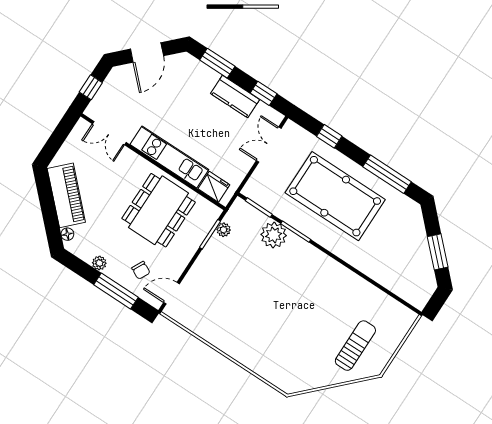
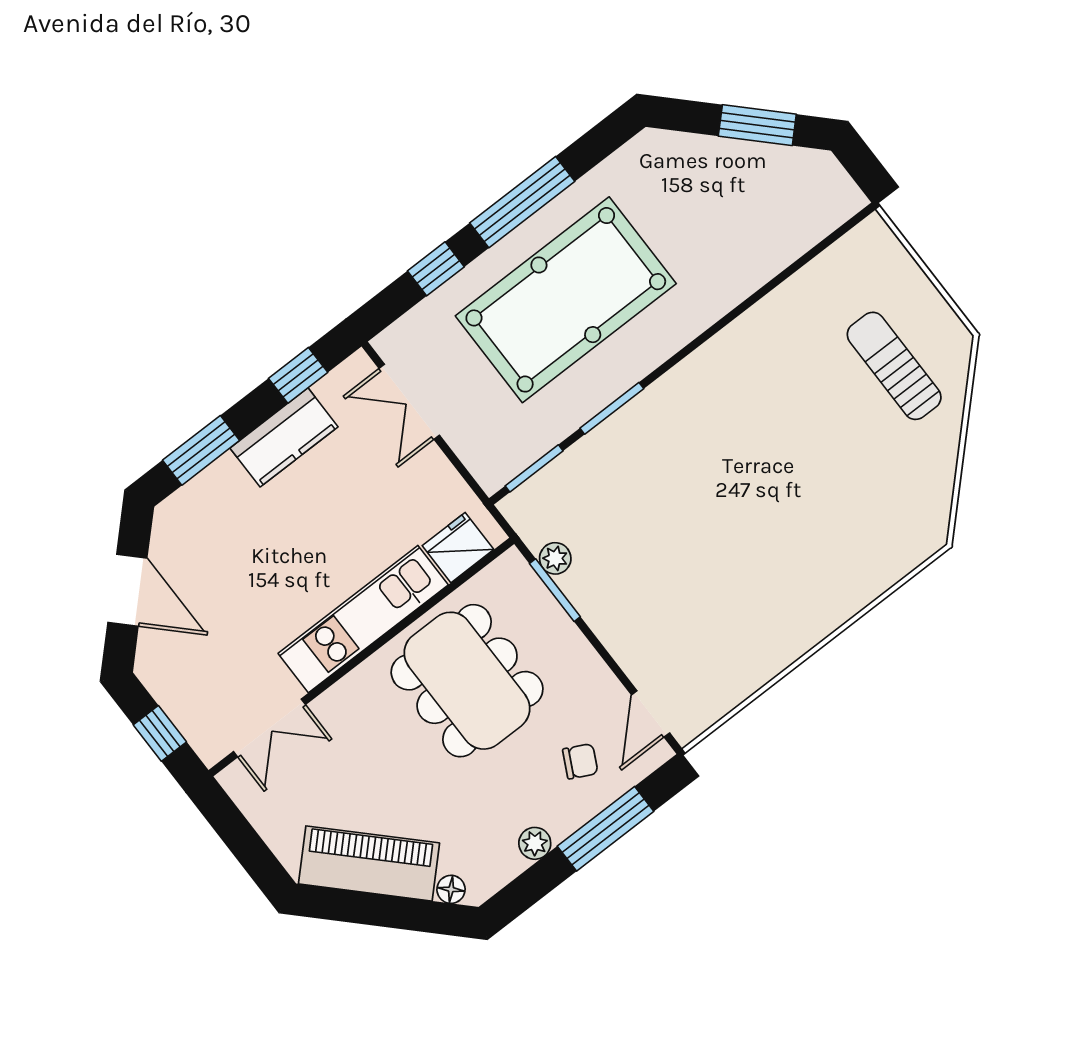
window: (387, 174) -> (522, 202), moved
plant: (274, 235) -> (603, 457), removed

